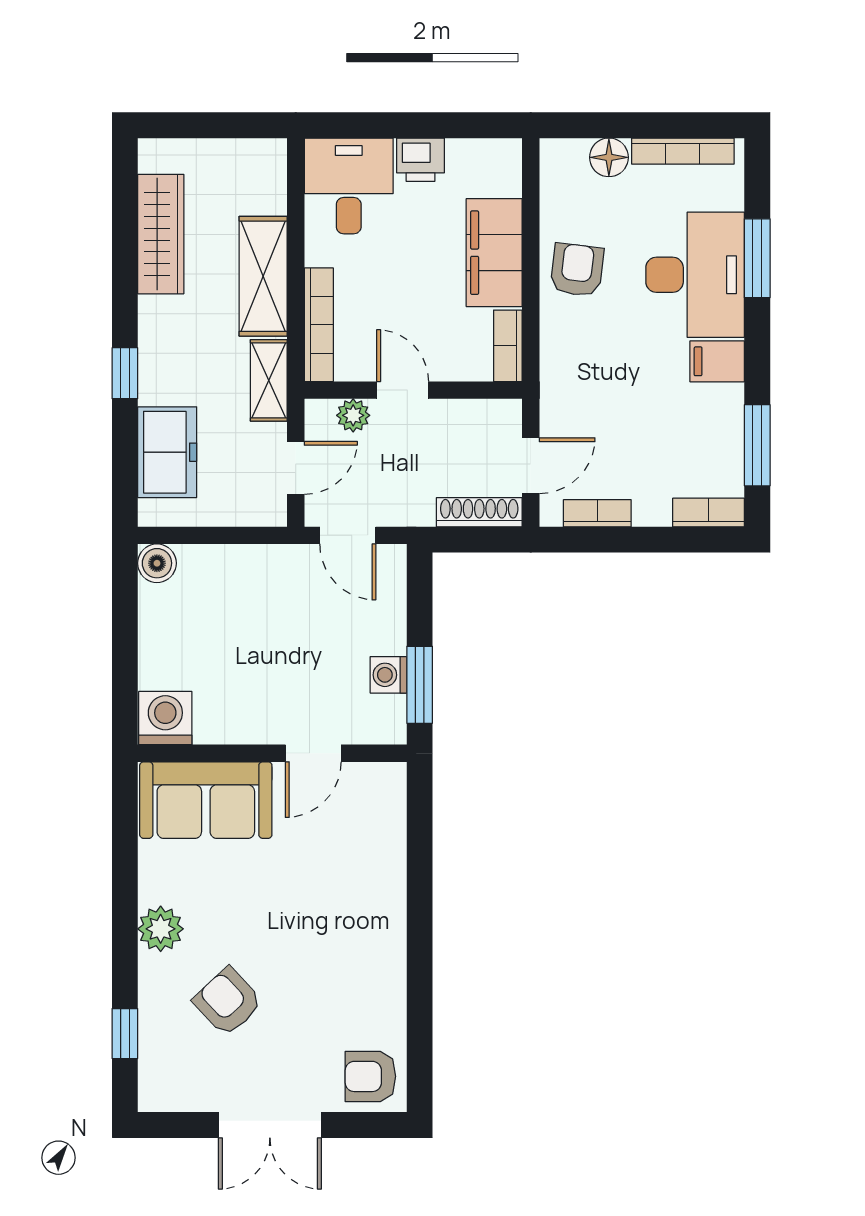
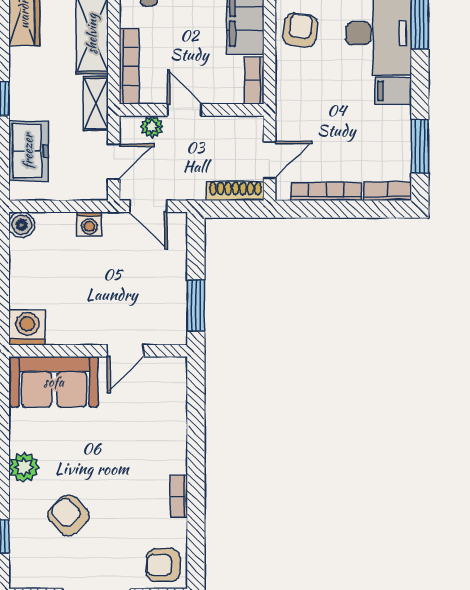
bookcase: (597, 513) -> (326, 192), width x1.56
washing machine: (389, 675) -> (89, 224), moved, turned -90
bookcase: (394, 973) -> (179, 496), added

